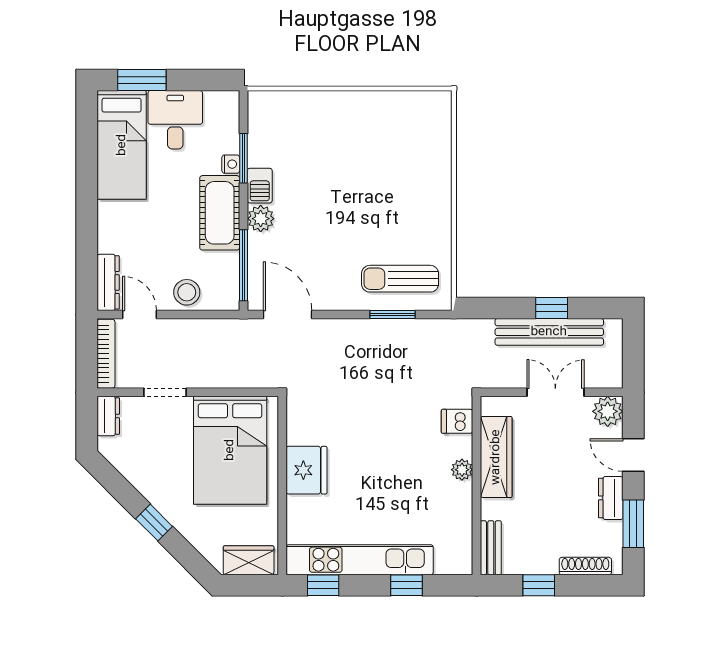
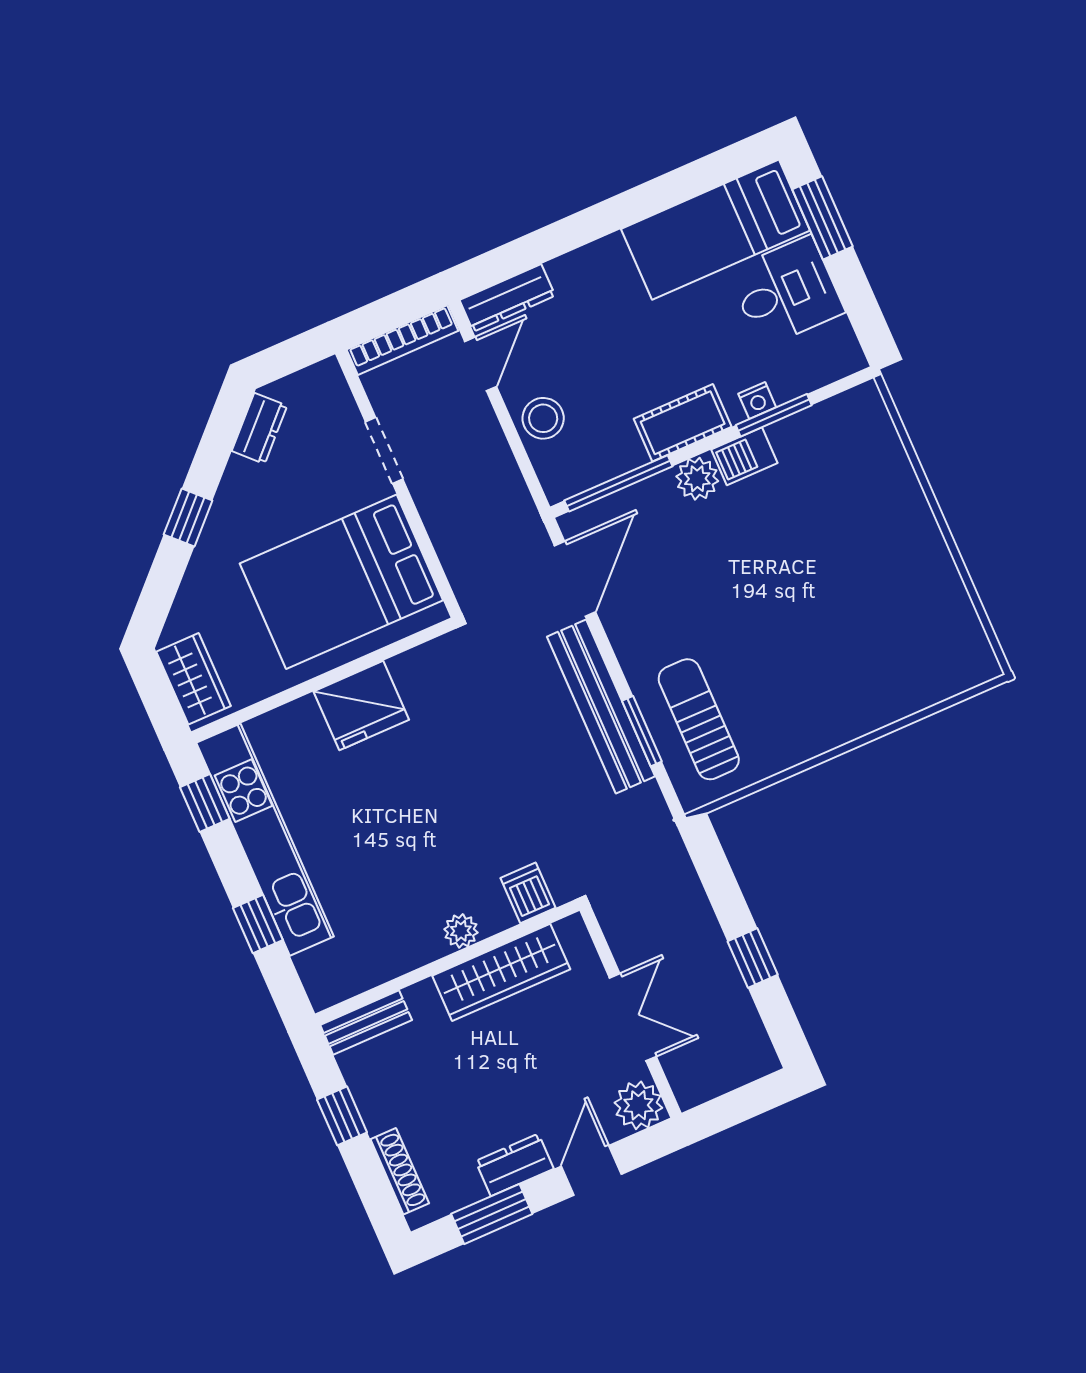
cot: (220, 213) -> (683, 423), width x0.73, depth x0.75
bench: (549, 332) -> (601, 706), moved
dresser: (108, 416) -> (259, 428), moved, turned -45

